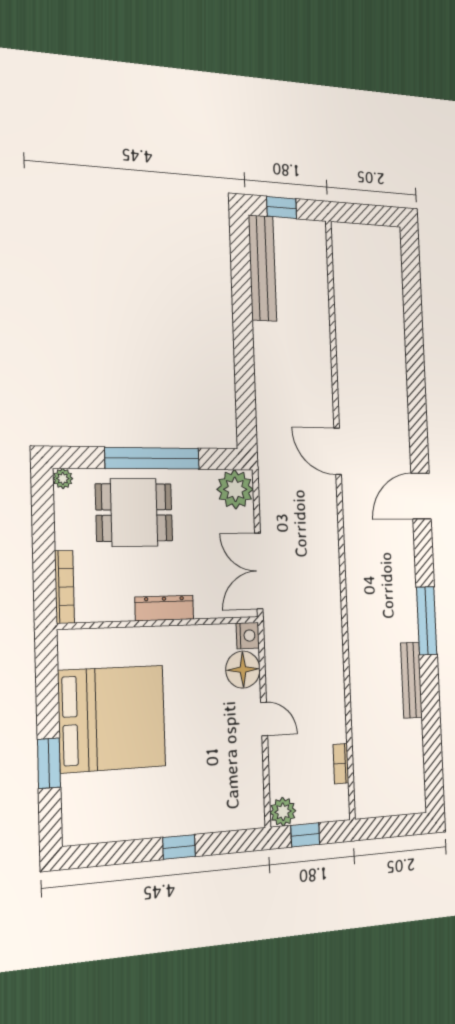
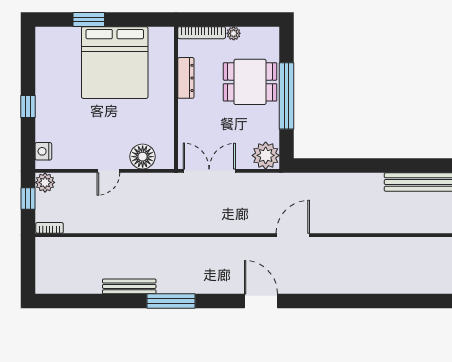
plant: (63, 478) -> (234, 33), moved
dining table: (134, 512) -> (250, 82), turned 90
dresser: (164, 608) -> (186, 78), moved
nightstand: (248, 636) -> (43, 151), moved, turned 90
bookcase: (341, 764) -> (49, 228), moved

